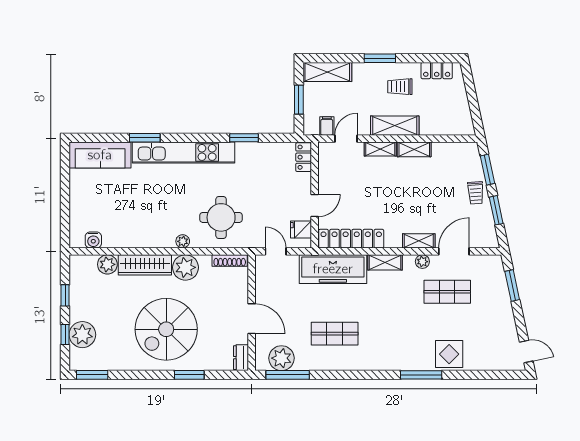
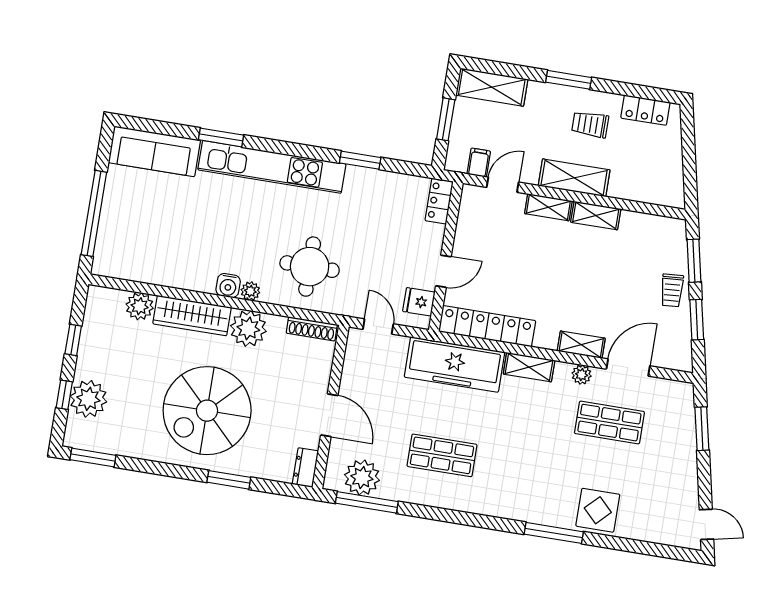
window: (65, 205) -> (94, 213), added
water cooler: (93, 240) -> (228, 286), moved

